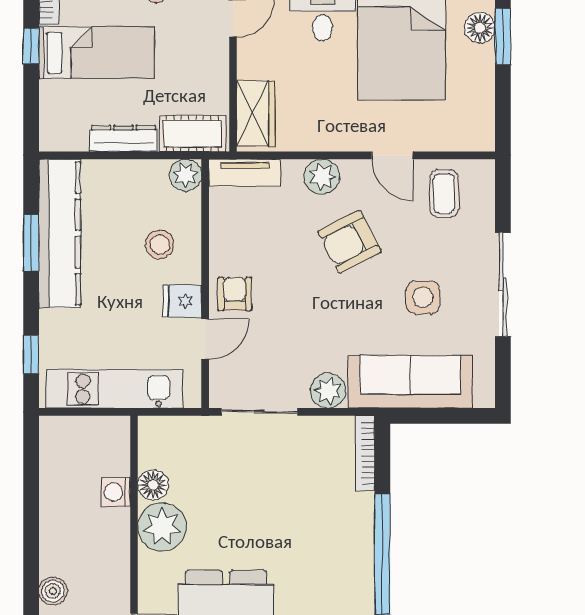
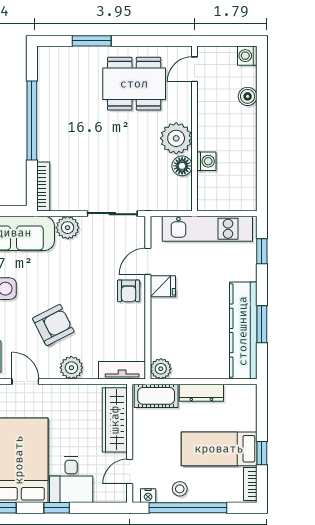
wardrobe: (256, 113) -> (115, 420), width x1.50
stool: (160, 244) -> (178, 323), removed

